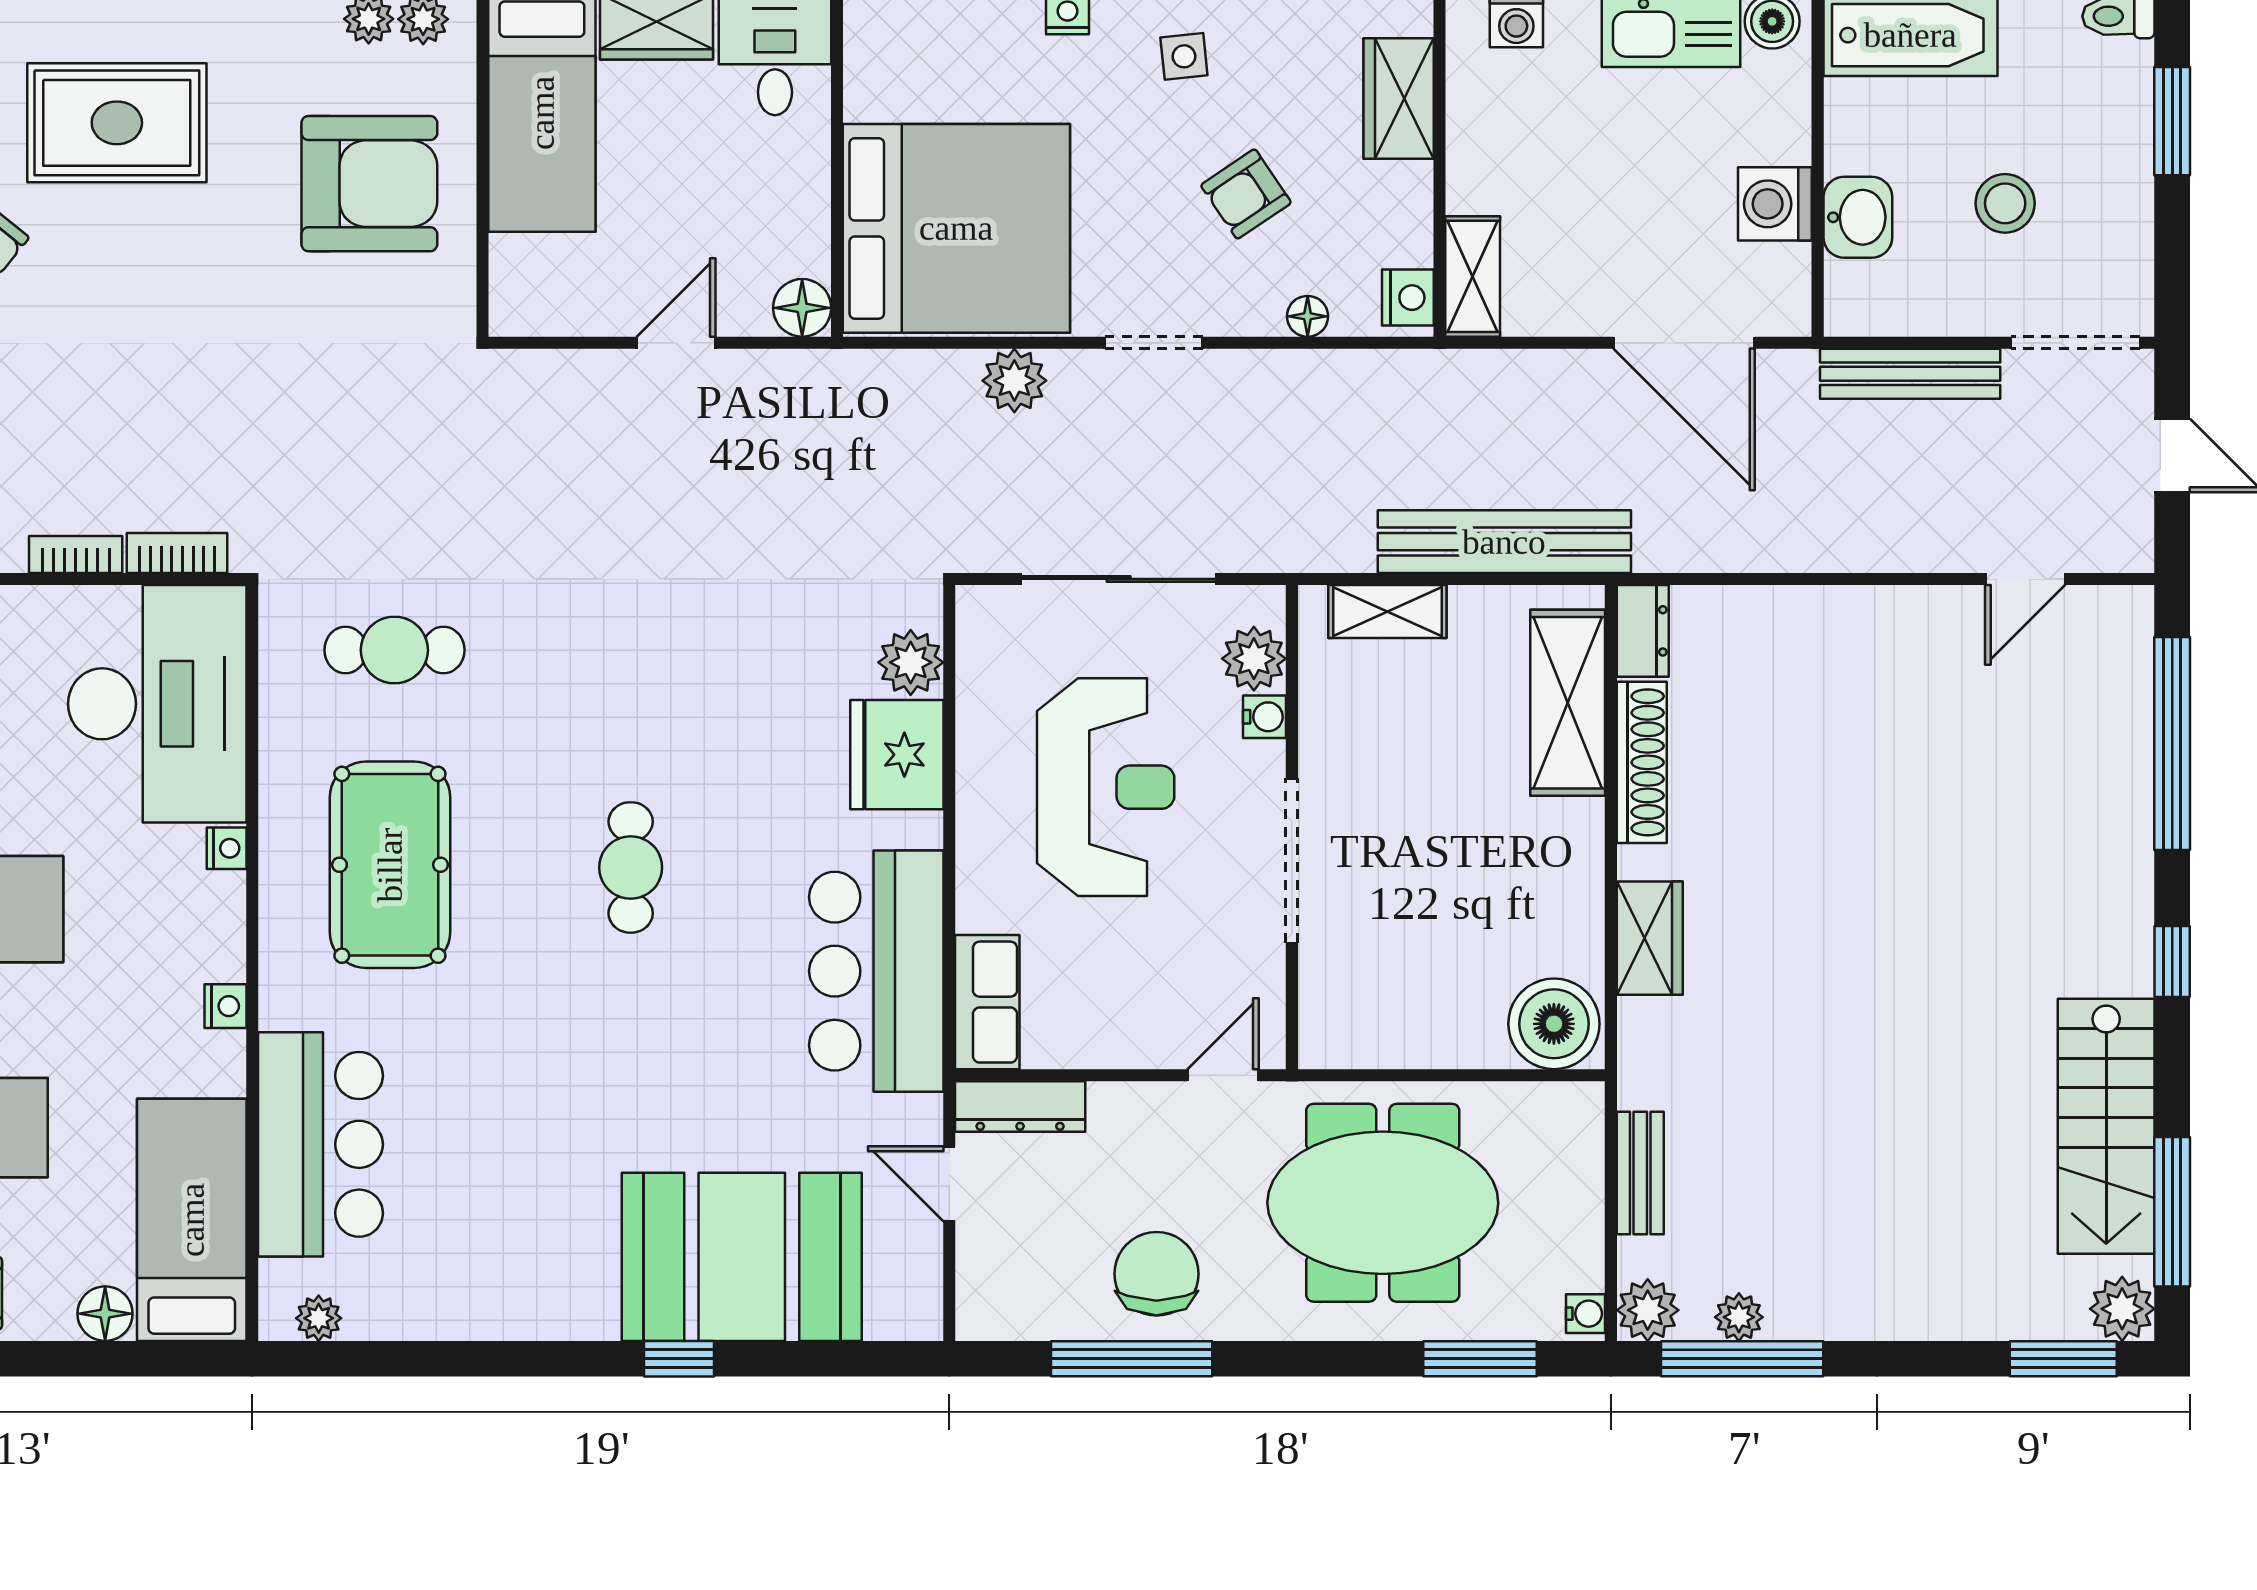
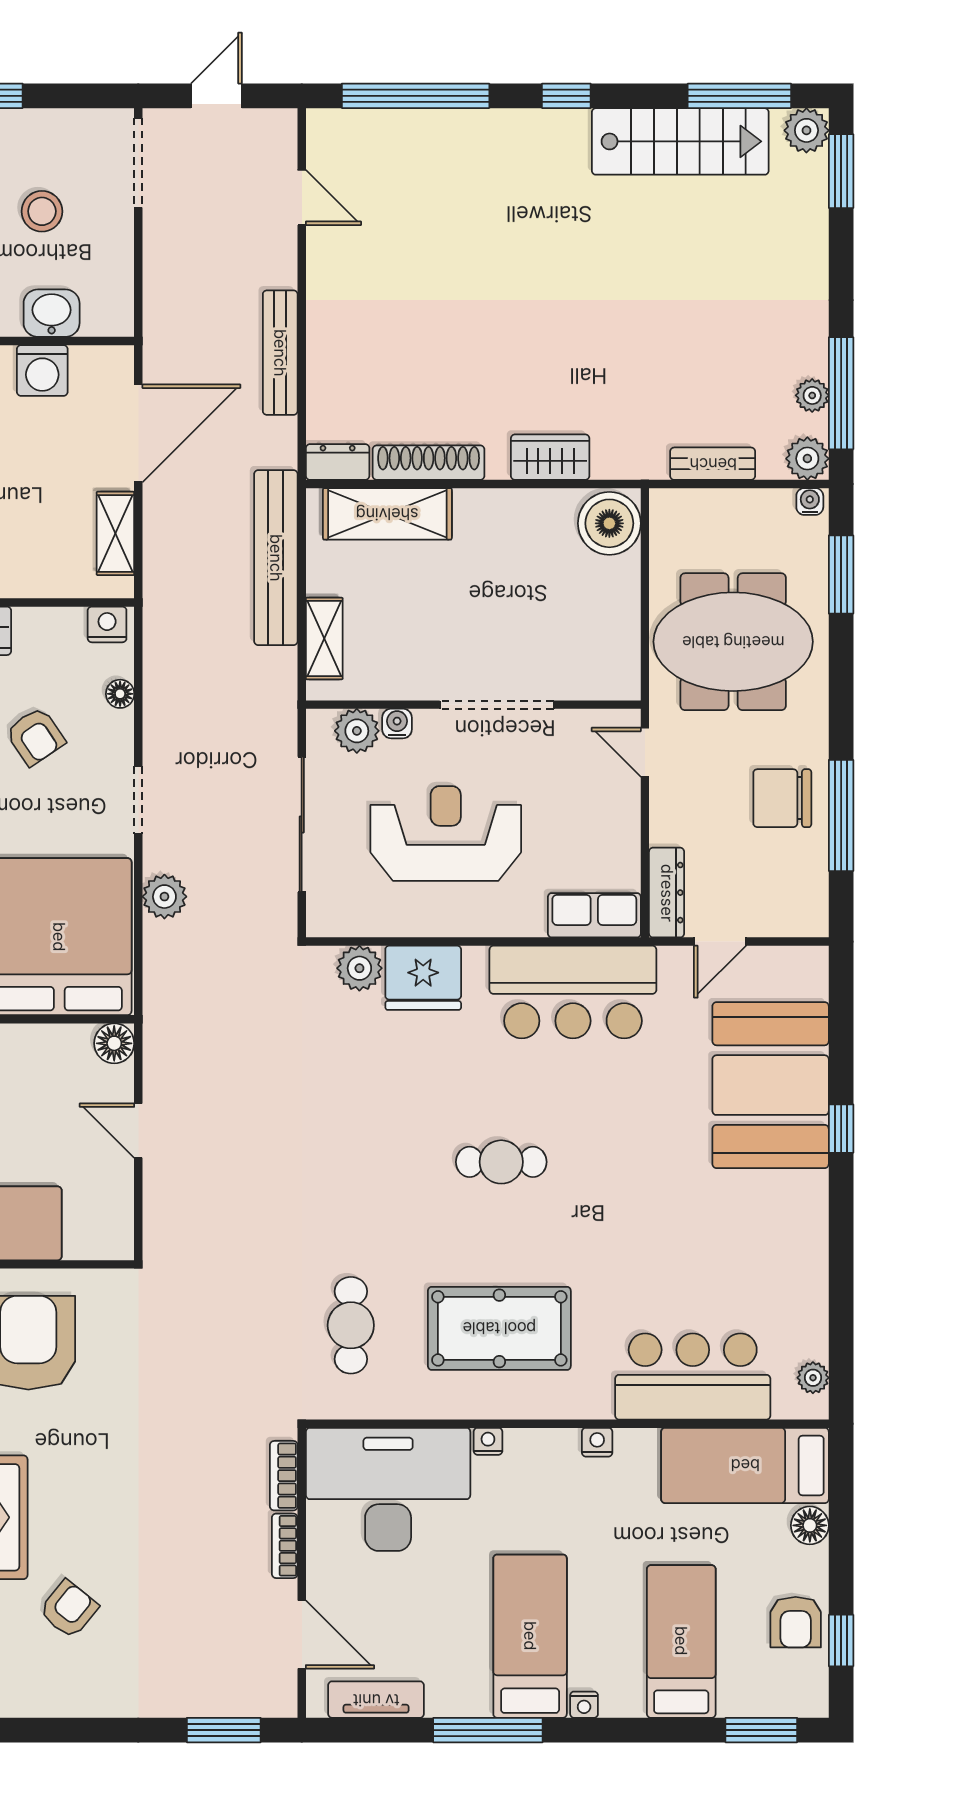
shelving: (1473, 276) -> (115, 533), moved, turned 90
bench: (1910, 374) -> (280, 353), moved
meeting table: (1383, 1203) -> (733, 642), turned 90

